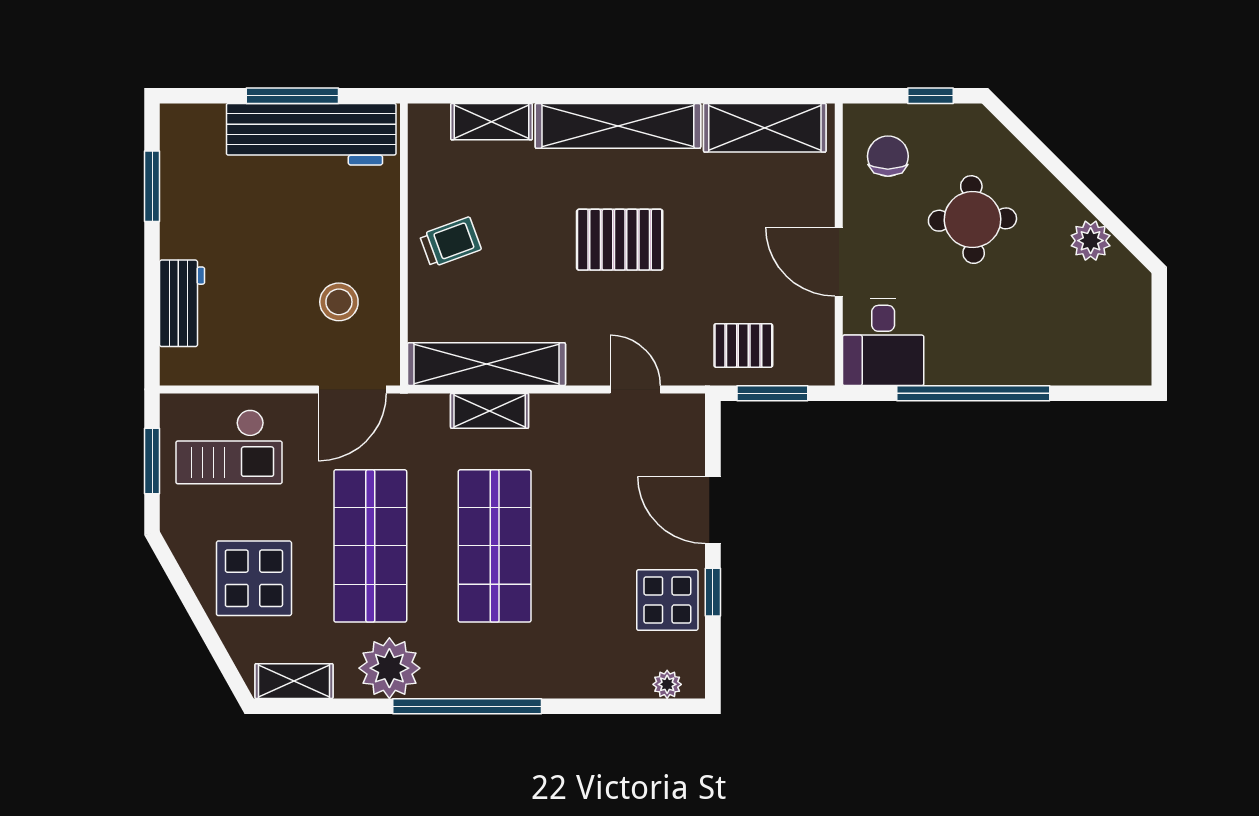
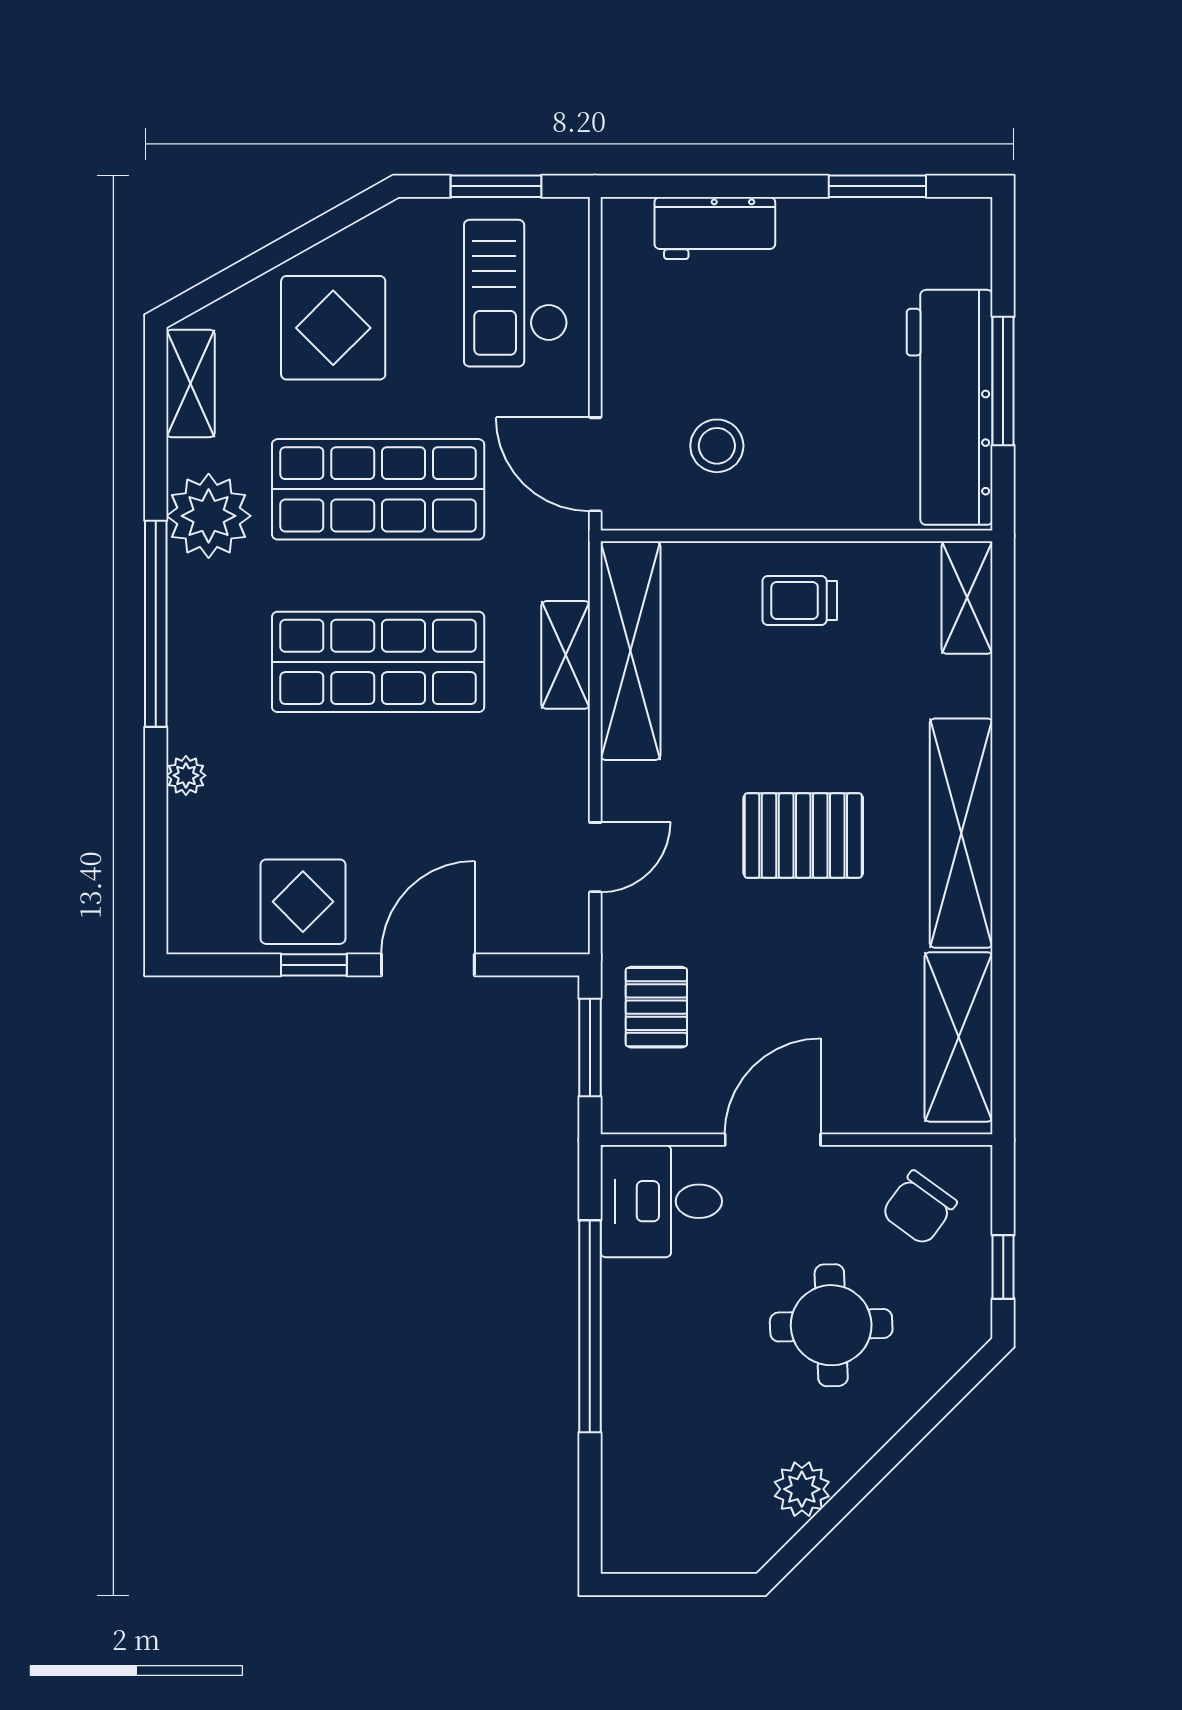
shelving: (492, 122) -> (967, 598), moved
chair: (888, 156) -> (919, 1208), turned 126
pallet: (620, 240) -> (803, 836), turned 90
trolley: (450, 242) -> (800, 600), turned 110
plant: (667, 684) -> (186, 775), moved

